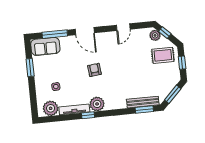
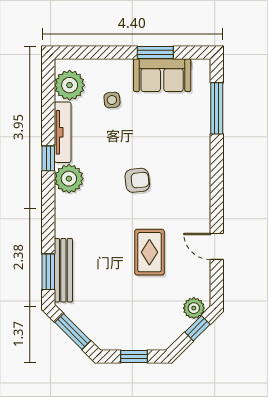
door: (85, 31) -> (217, 169), removed
sofa: (45, 46) -> (162, 75), moved, turned -90
rug: (163, 55) -> (149, 252), moved

